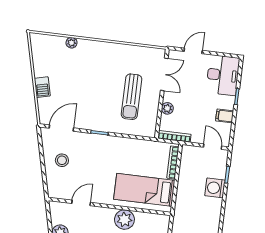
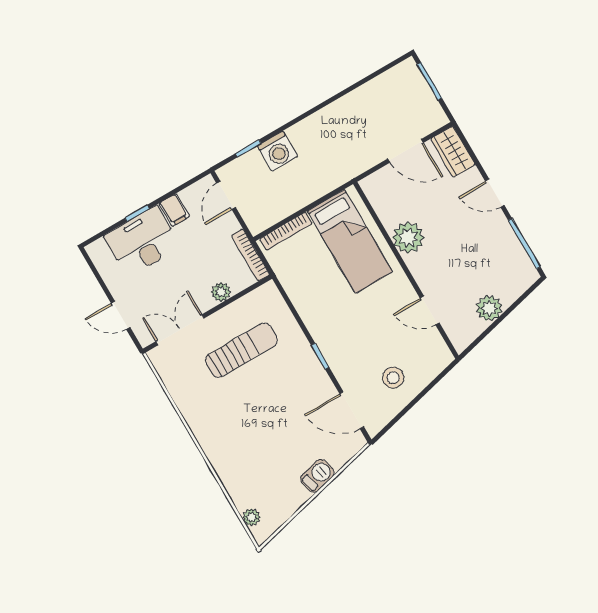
plant: (72, 43) -> (251, 517), moved
desk: (223, 75) -> (142, 241), moved

